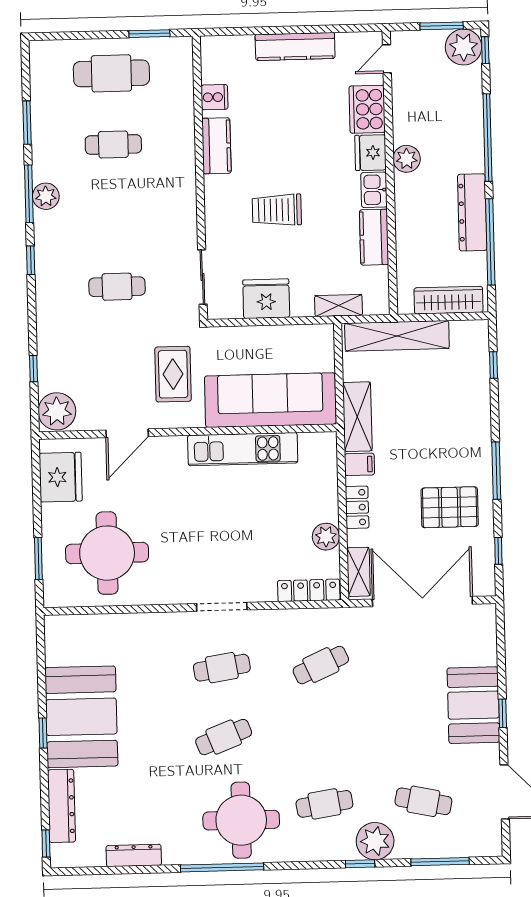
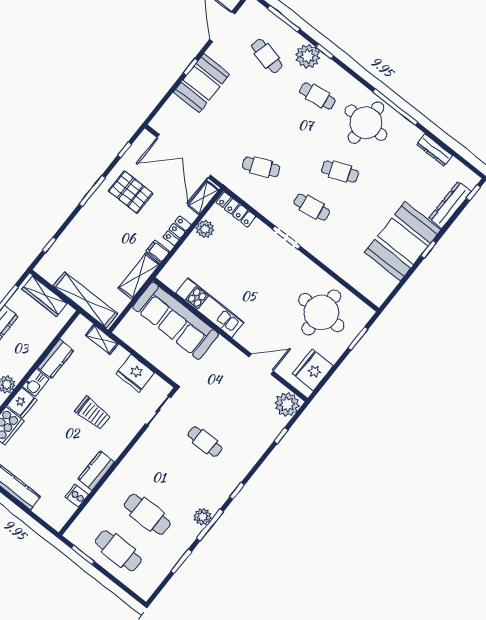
cafe table: (113, 144) -> (147, 514), width x1.37, depth x1.35
rug: (173, 374) -> (213, 374), removed

